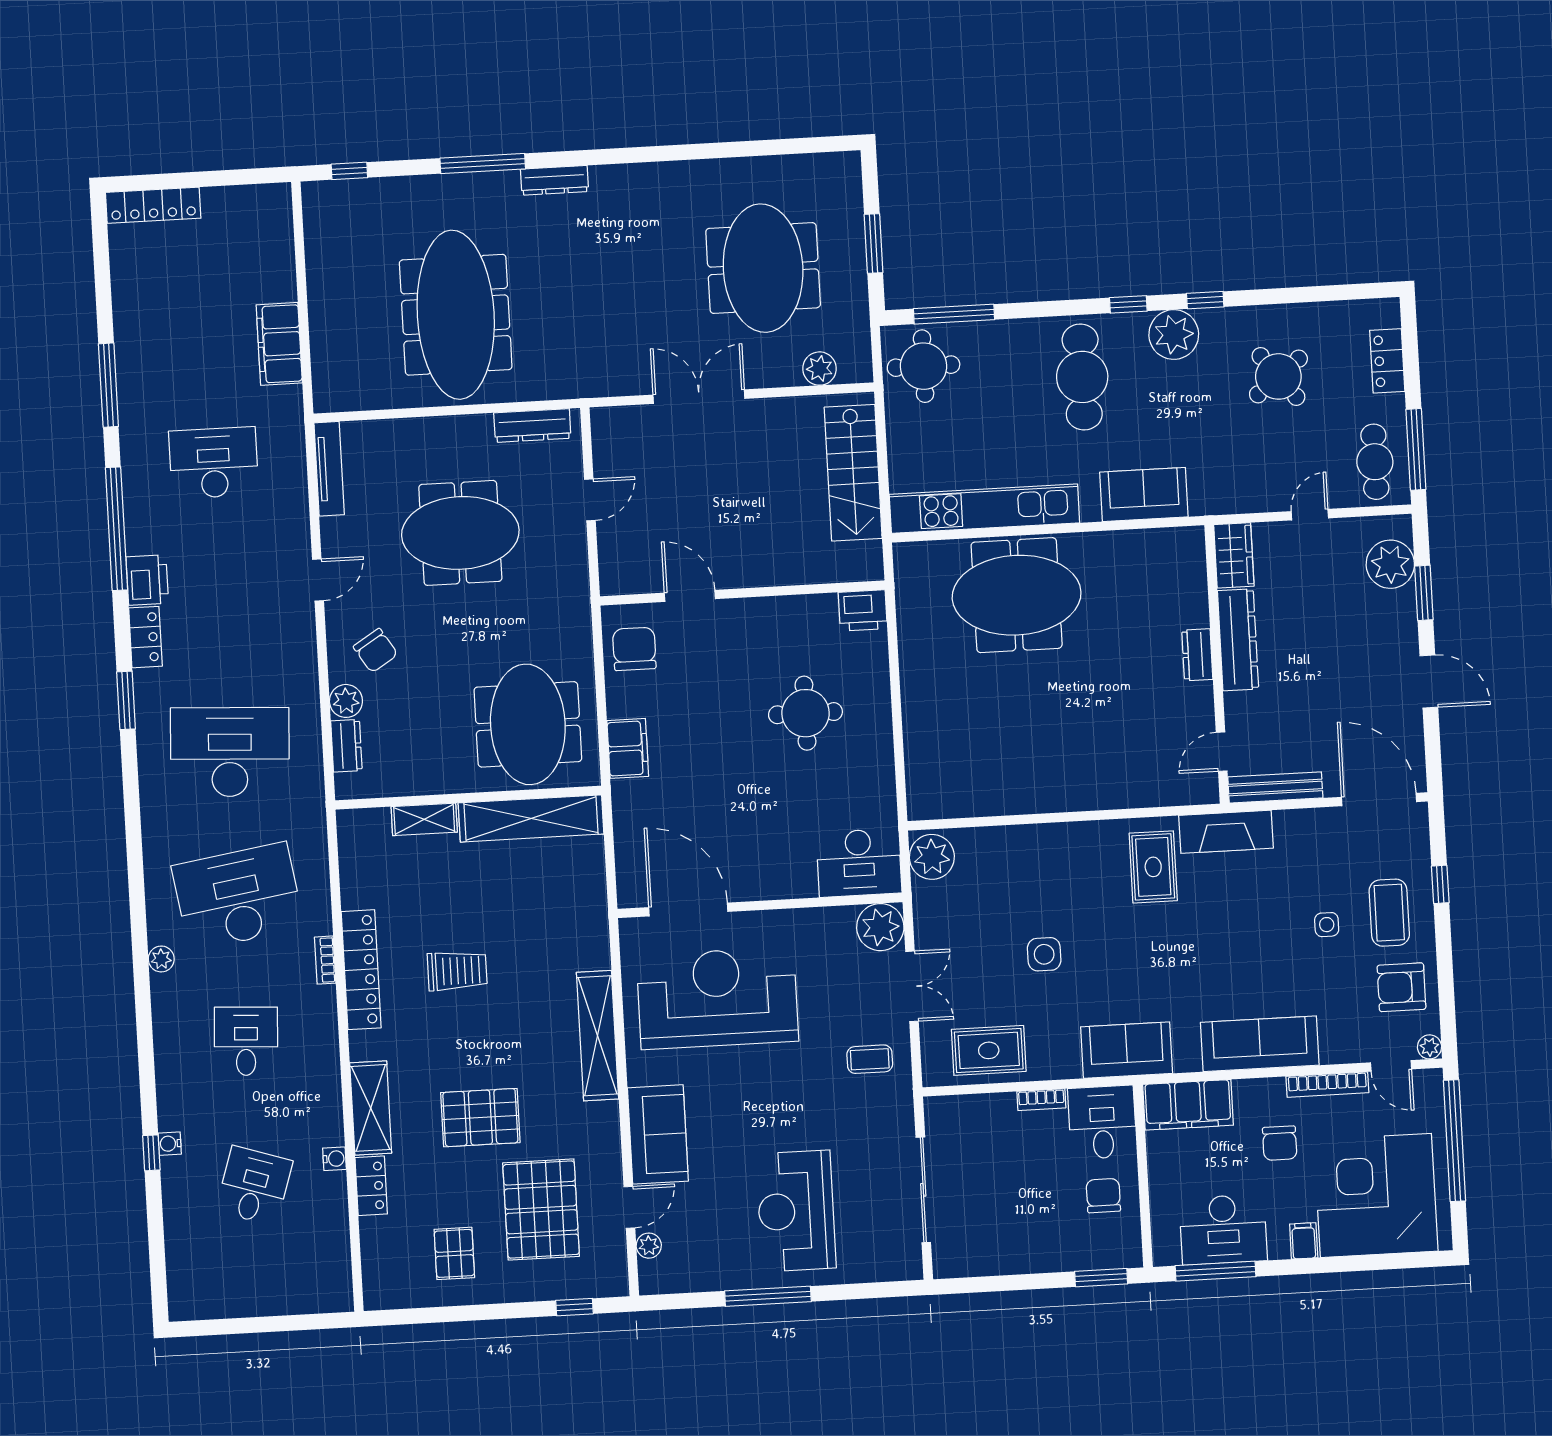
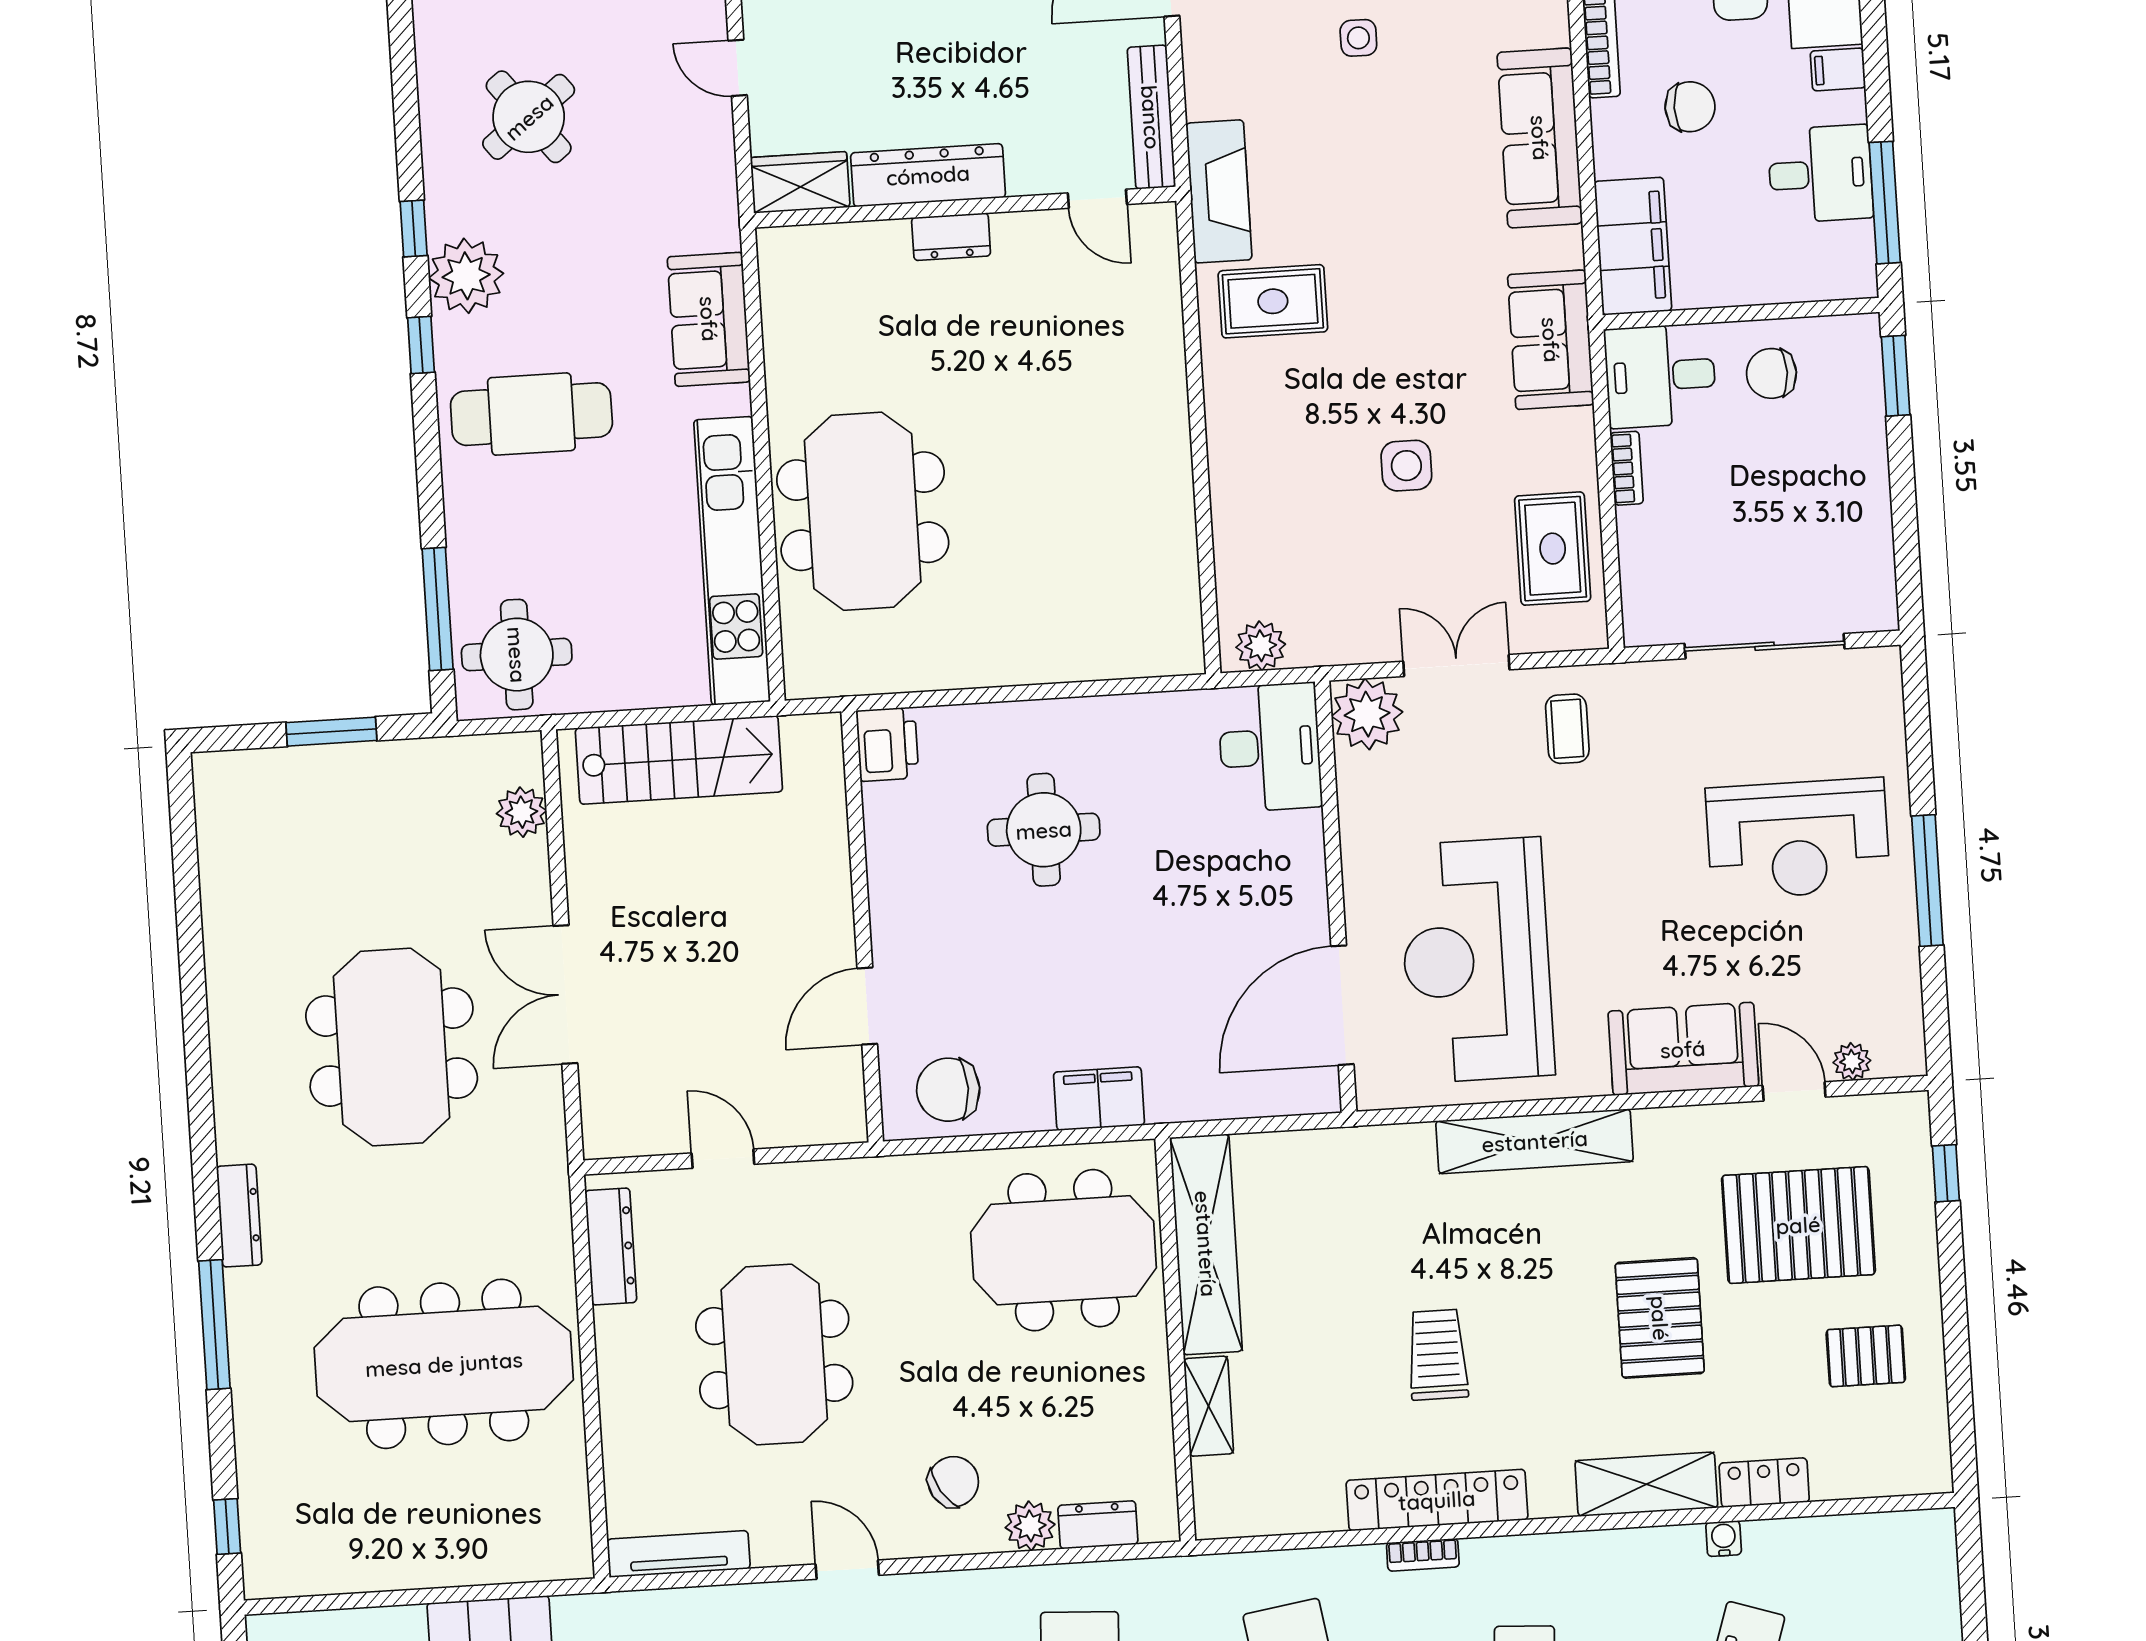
meeting table: (763, 268) -> (392, 1047), moved, turned 90
plant: (932, 857) -> (1261, 646), width x0.73, depth x0.73
desk: (1223, 1229) -> (1820, 174), width x0.73

